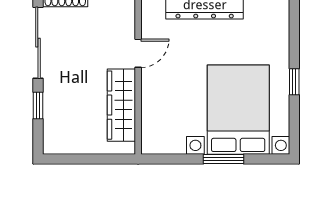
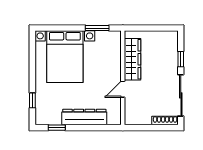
window: (294, 82) -> (32, 100), moved
window: (224, 159) -> (97, 28), moved

